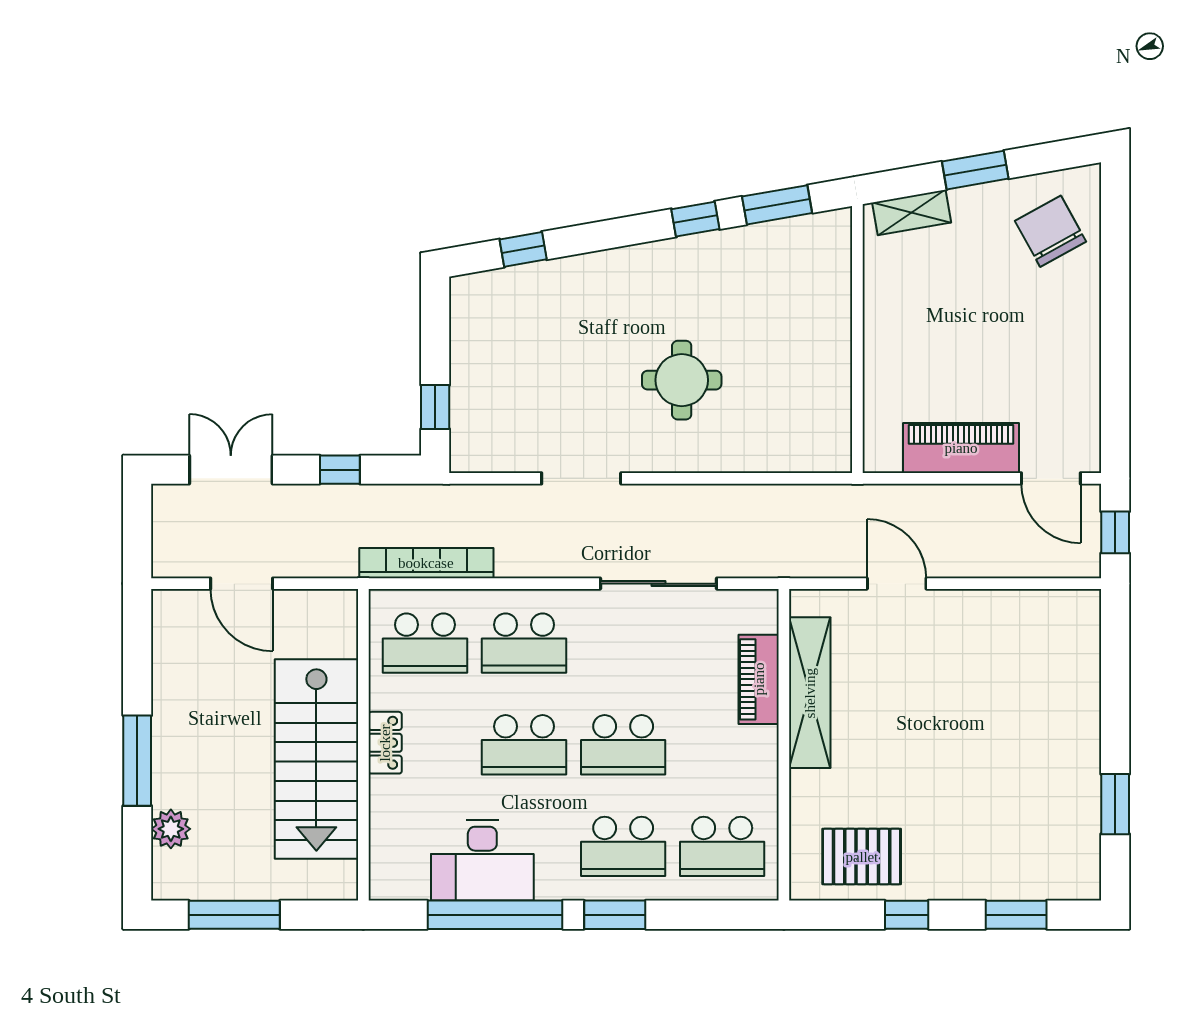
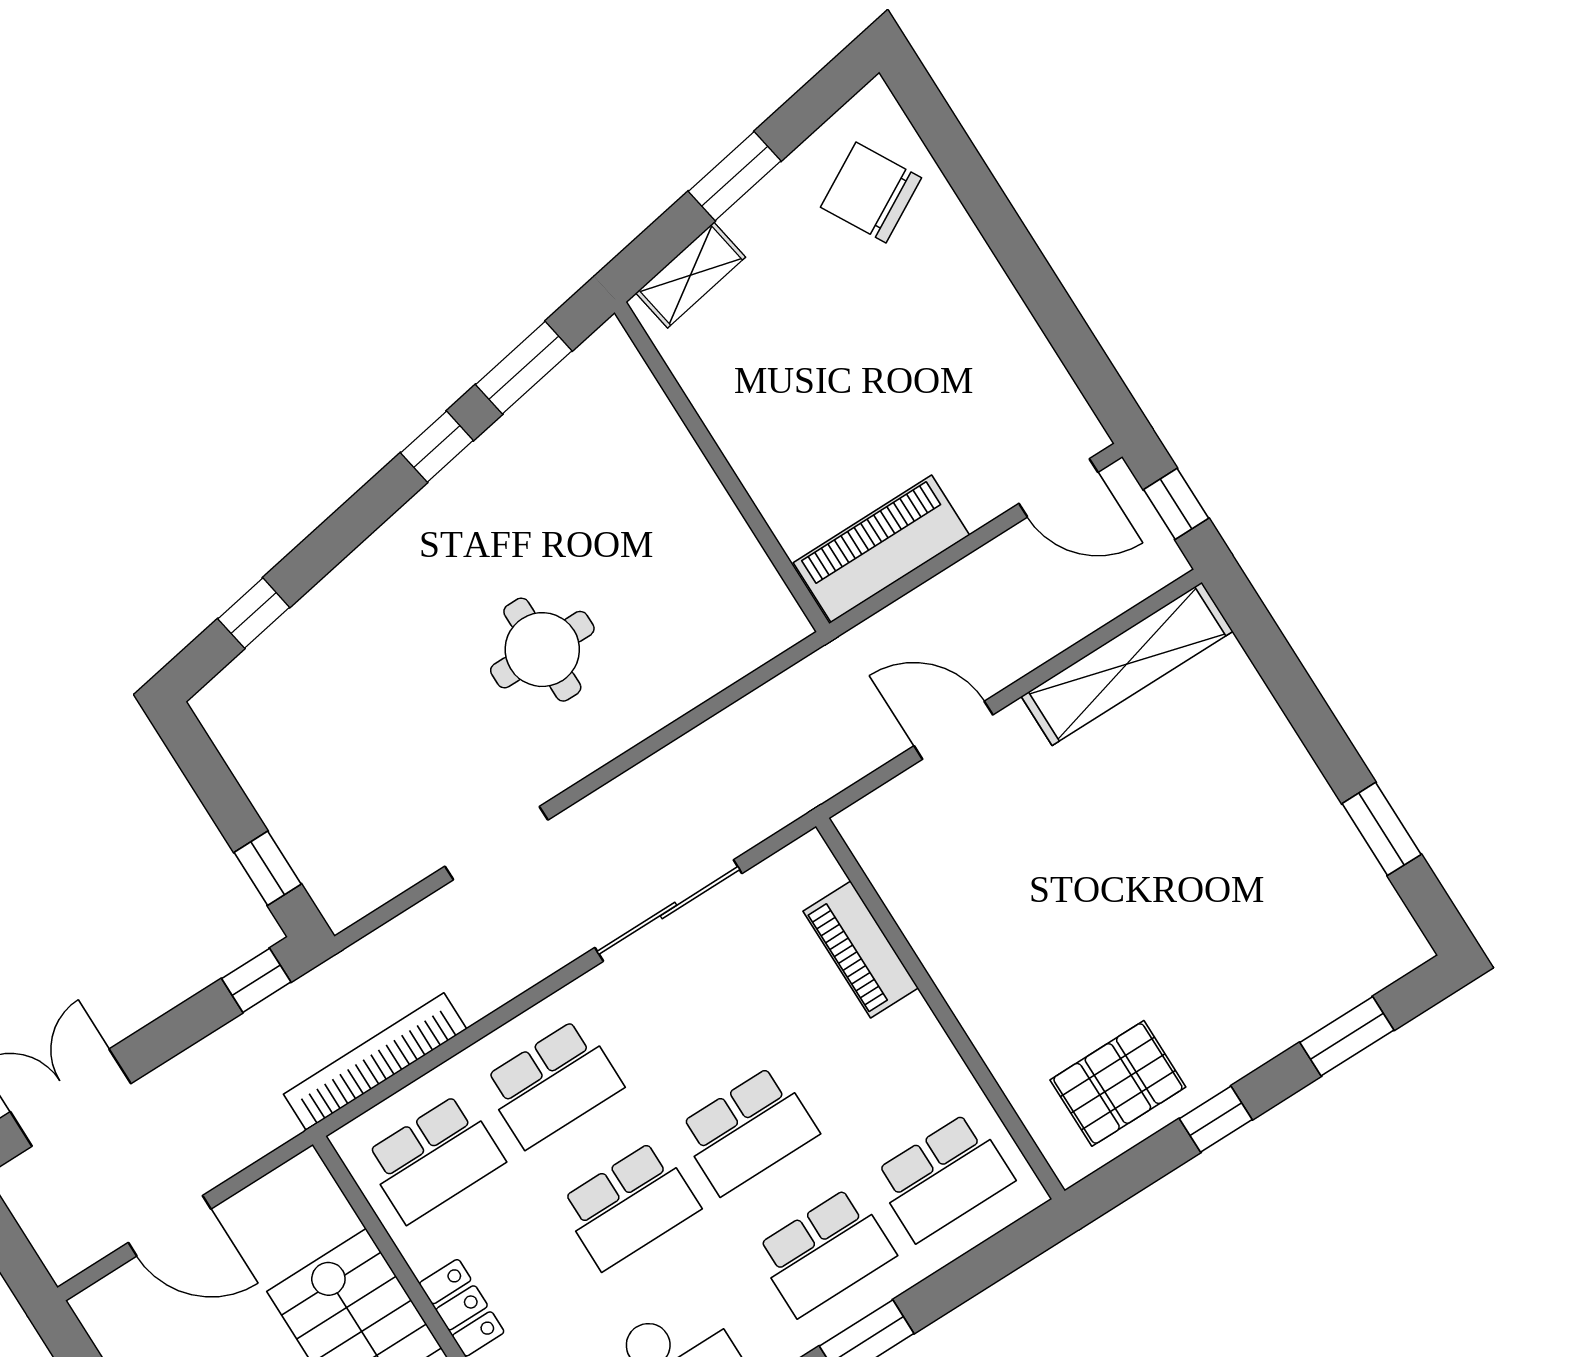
piano: (961, 448) -> (881, 549), moved
window: (340, 470) -> (256, 980), moved
shelving: (810, 693) -> (1127, 664), moved, turned 90

